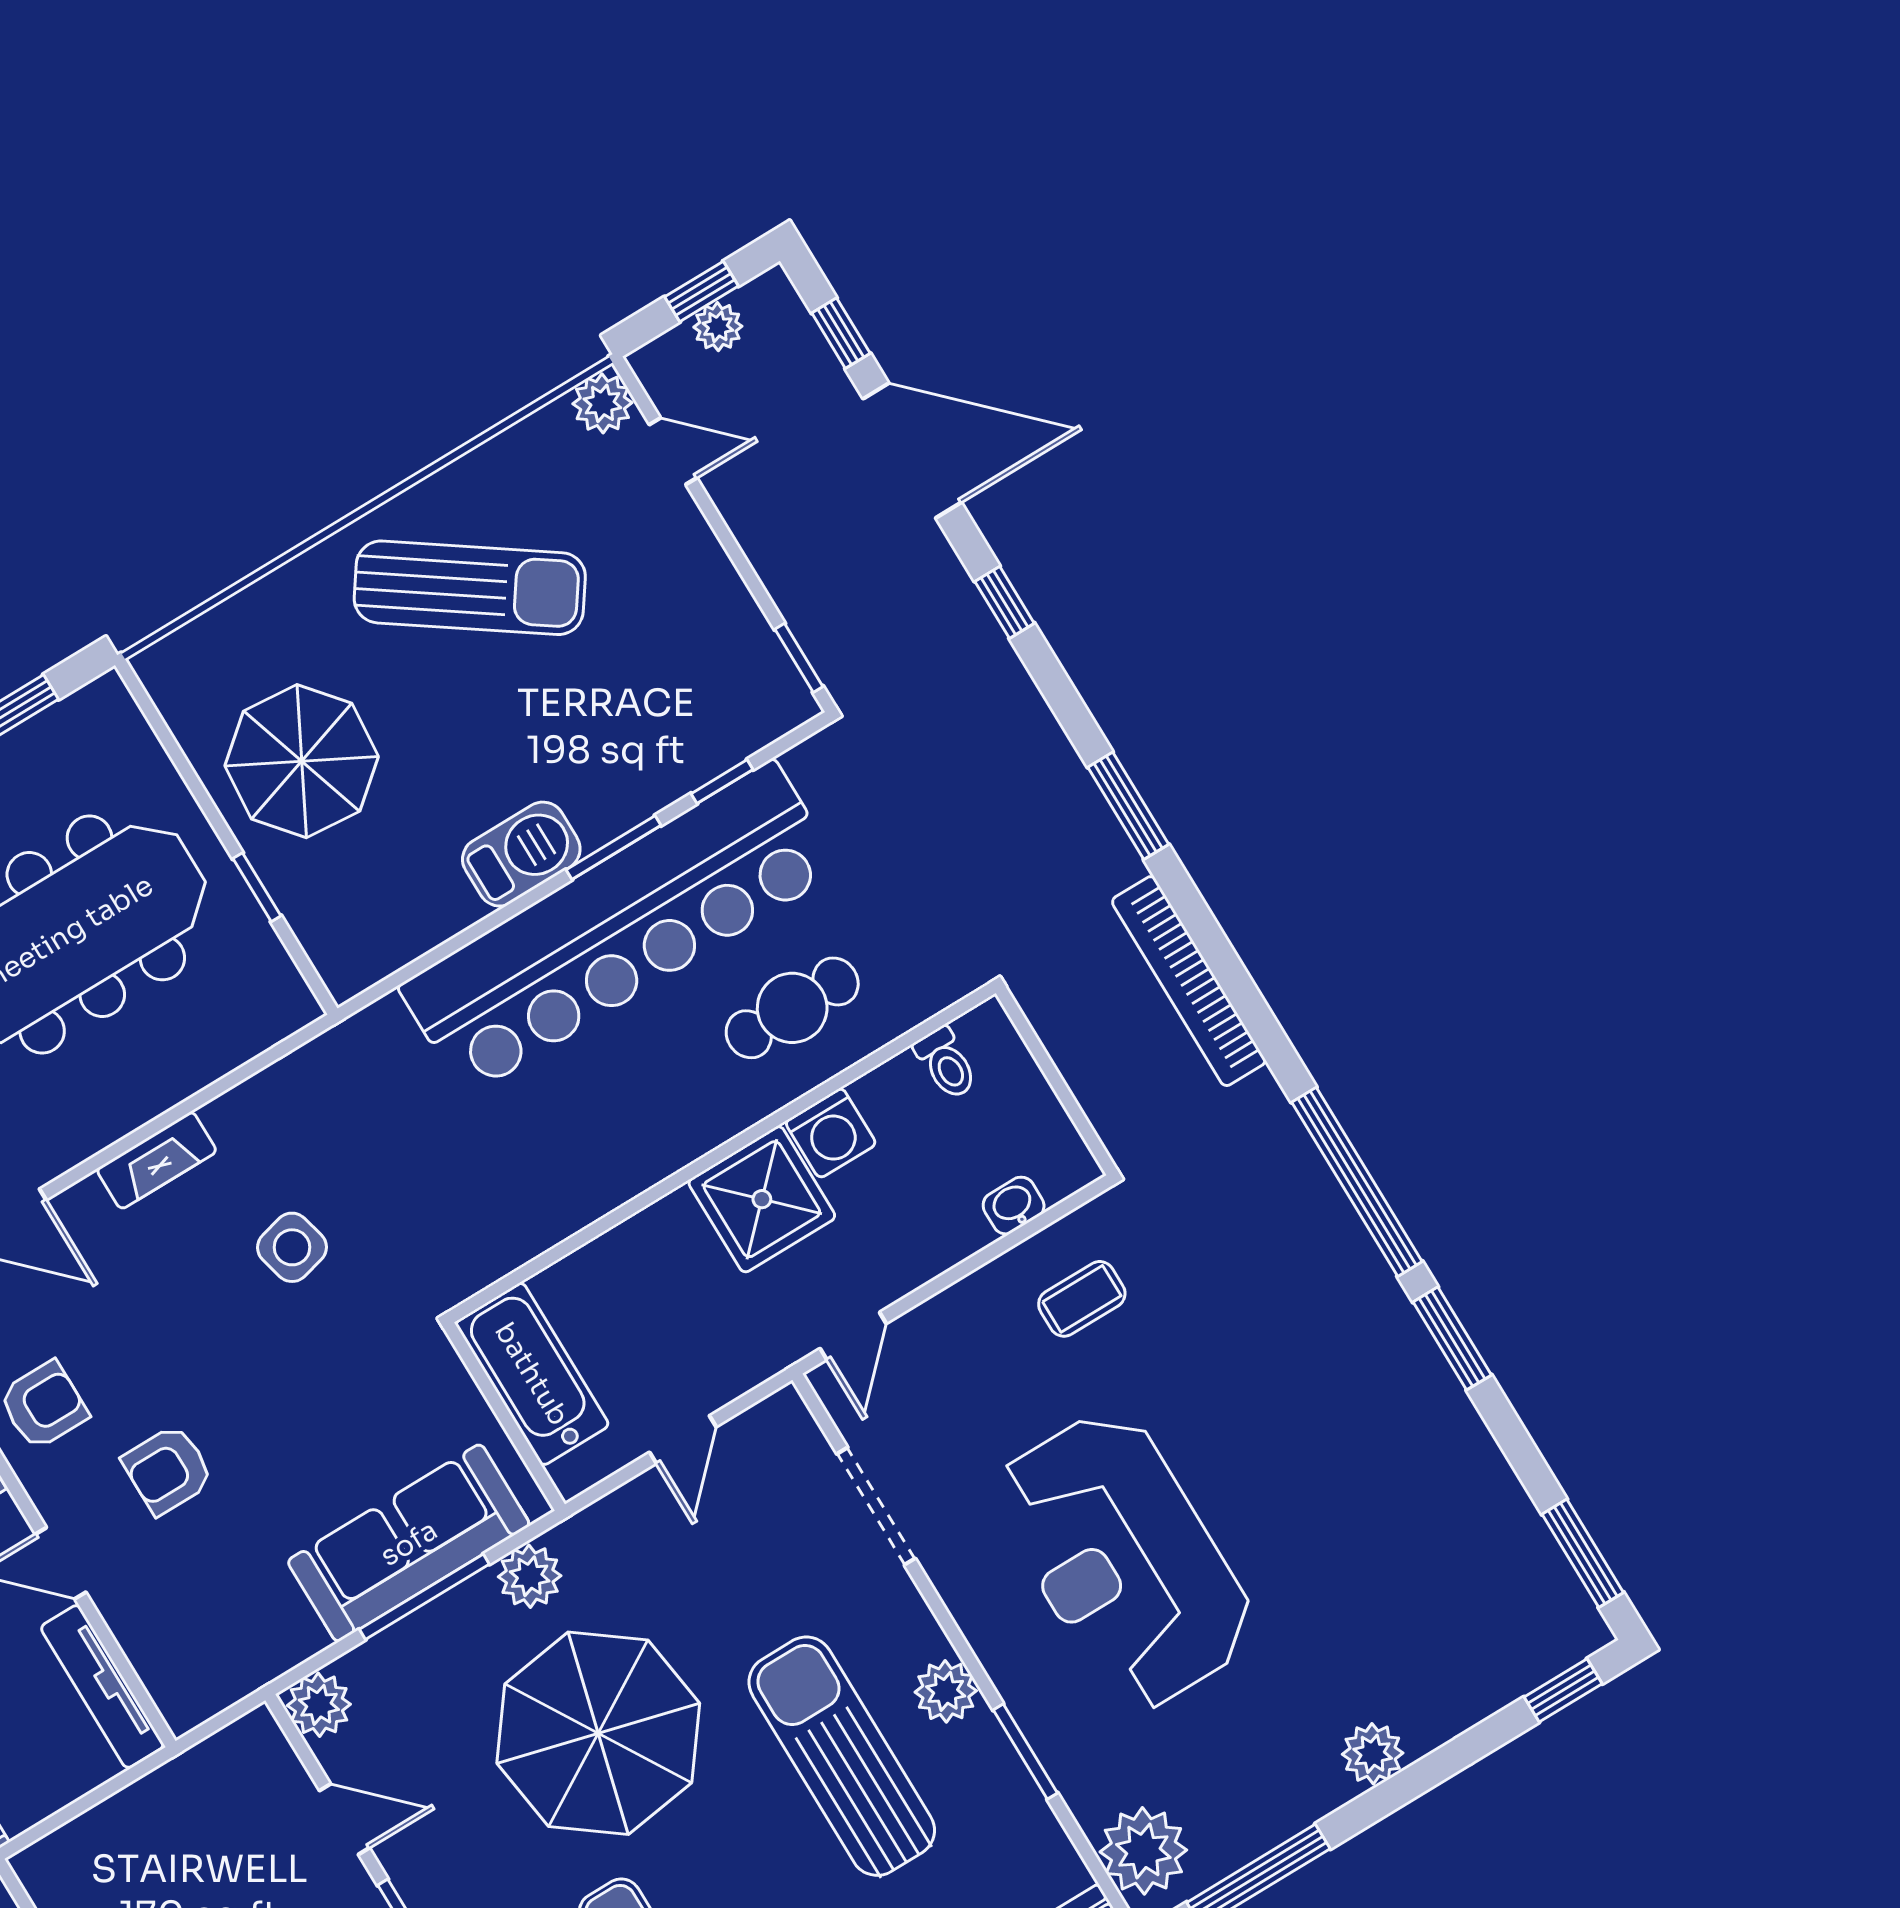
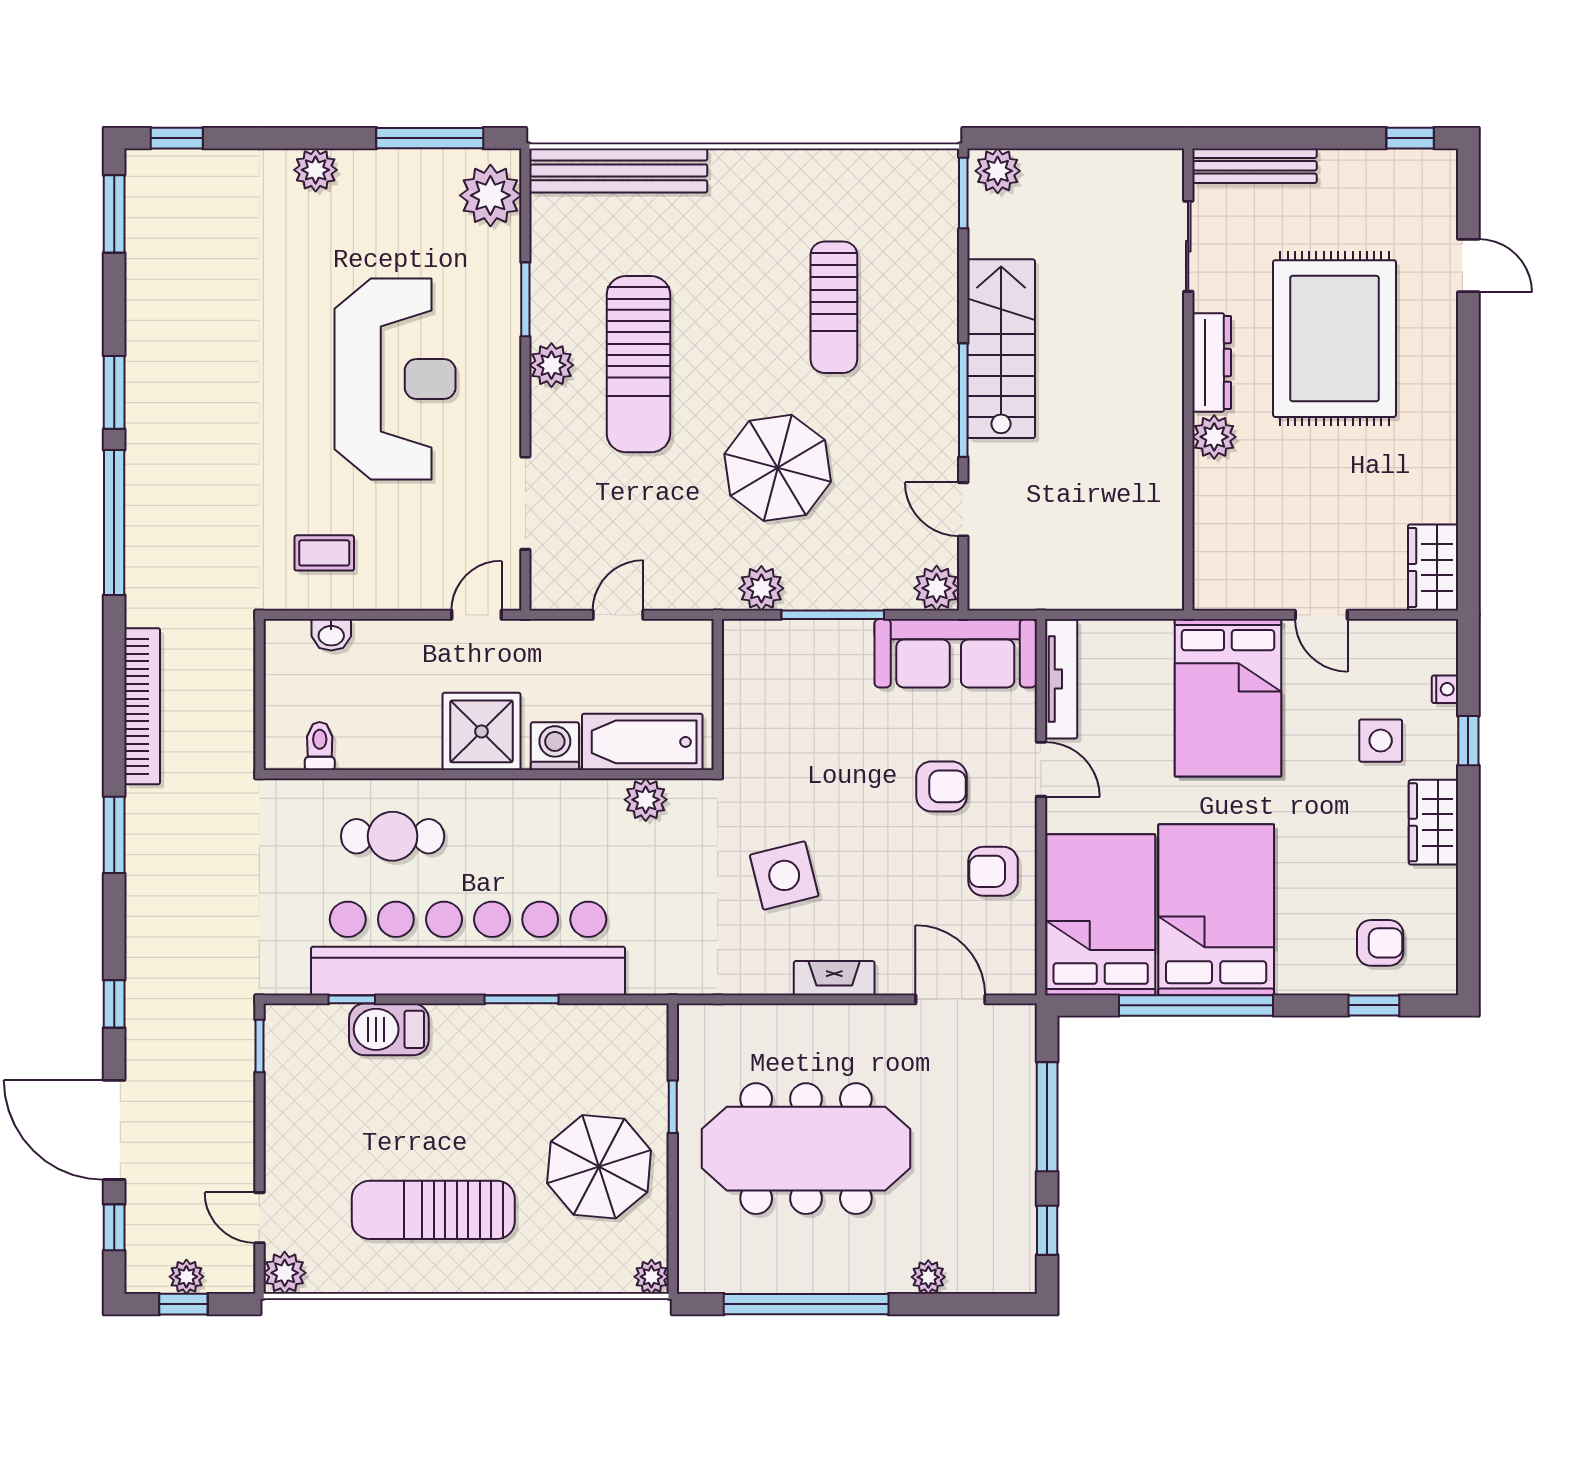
sun lounger: (470, 588) -> (433, 1210), turned -35
plant: (158, 667) -> (651, 1277), added
window: (614, 848) -> (521, 999), moved
barbecue: (521, 854) -> (389, 1029), moved
washing machine: (831, 1133) -> (555, 746), moved
plant: (514, 1237) -> (646, 800), added
side table: (292, 1247) -> (784, 875), width x1.37, depth x1.37
bathtub: (532, 1374) -> (642, 742), moved, turned 90
sofa: (409, 1543) -> (955, 653), moved
parasol: (598, 1733) -> (778, 468), width x0.73, depth x0.73

